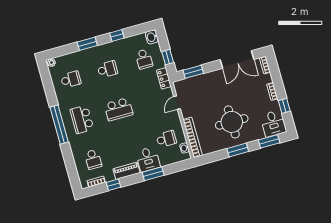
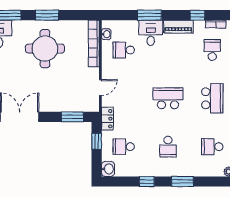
school desk: (144, 59) -> (124, 147), turned -90
school desk: (107, 69) -> (168, 147), turned -90

